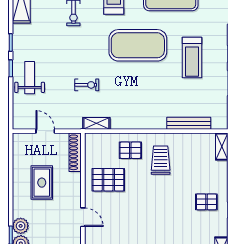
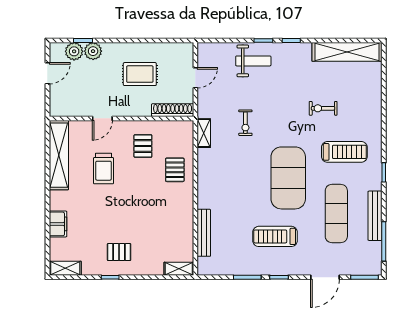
trolley: (161, 160) -> (104, 169), moved, turned 90
pallet: (108, 180) -> (143, 146), width x0.67, depth x0.71
pallet: (206, 202) -> (119, 252), turned 90

